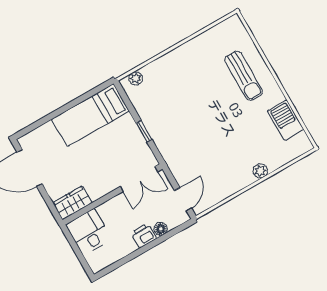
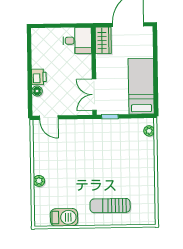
double door: (139, 179) -> (94, 95), moved
wall: (112, 194) -> (94, 71), moved
wardrobe: (72, 203) -> (103, 40), moved
desk: (89, 232) -> (77, 41), moved

